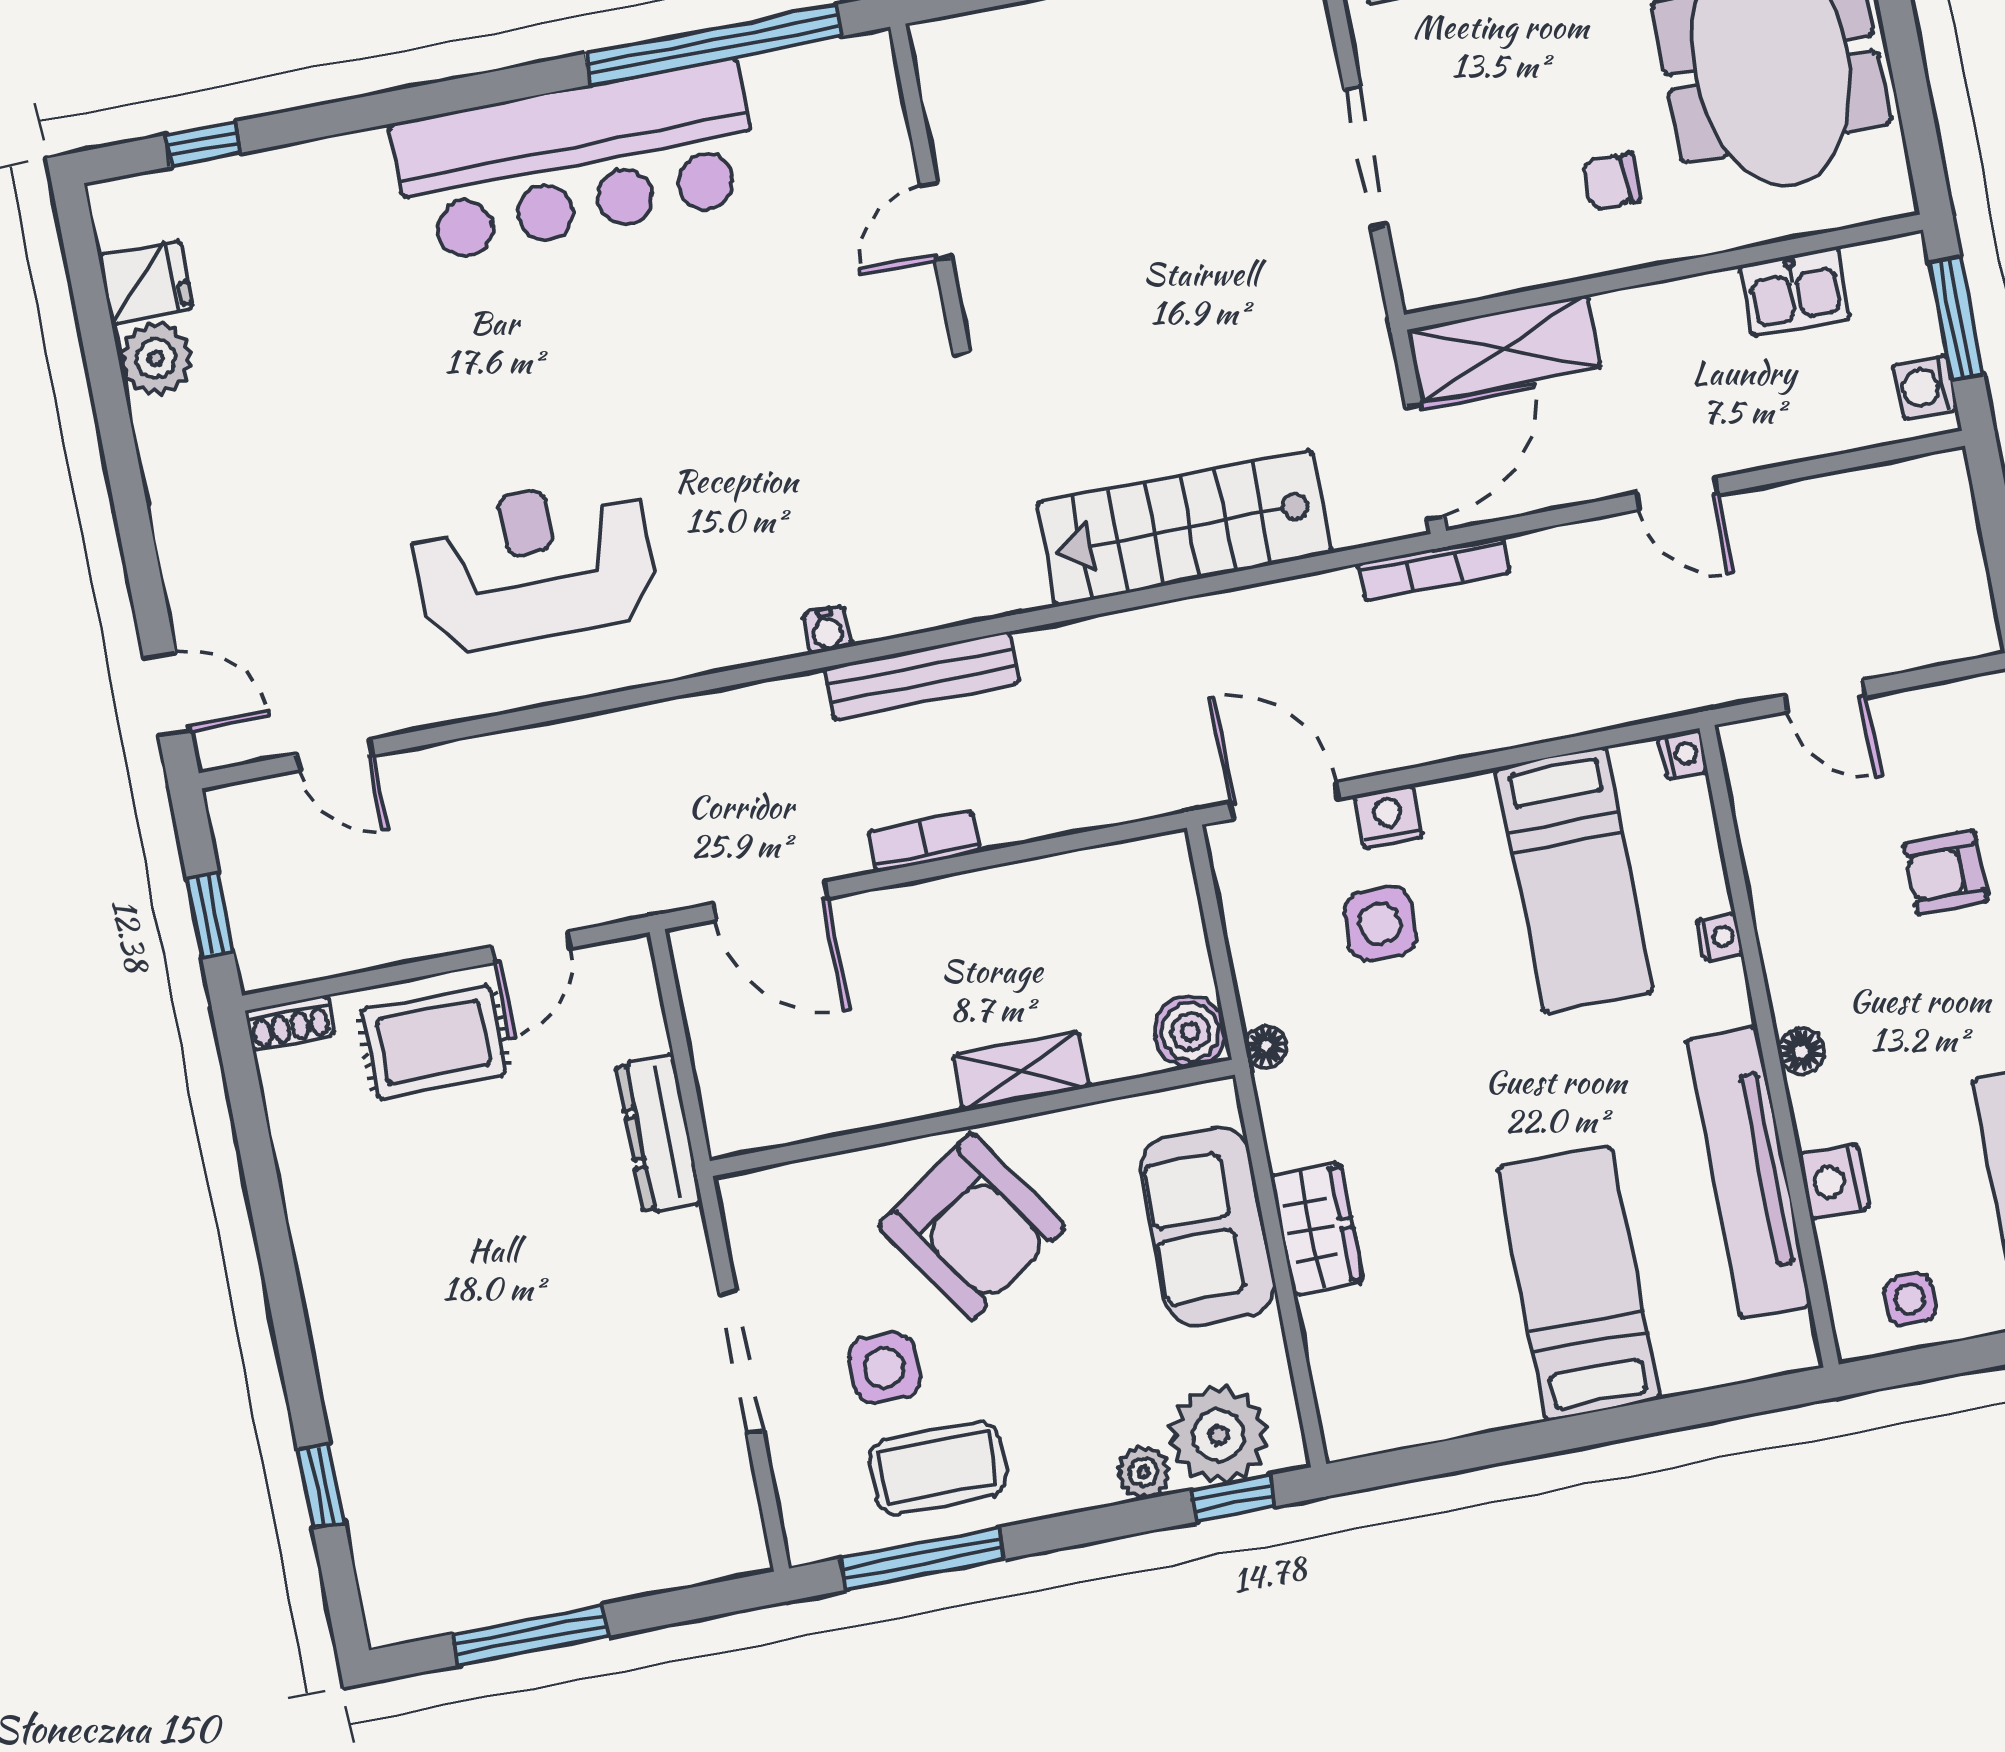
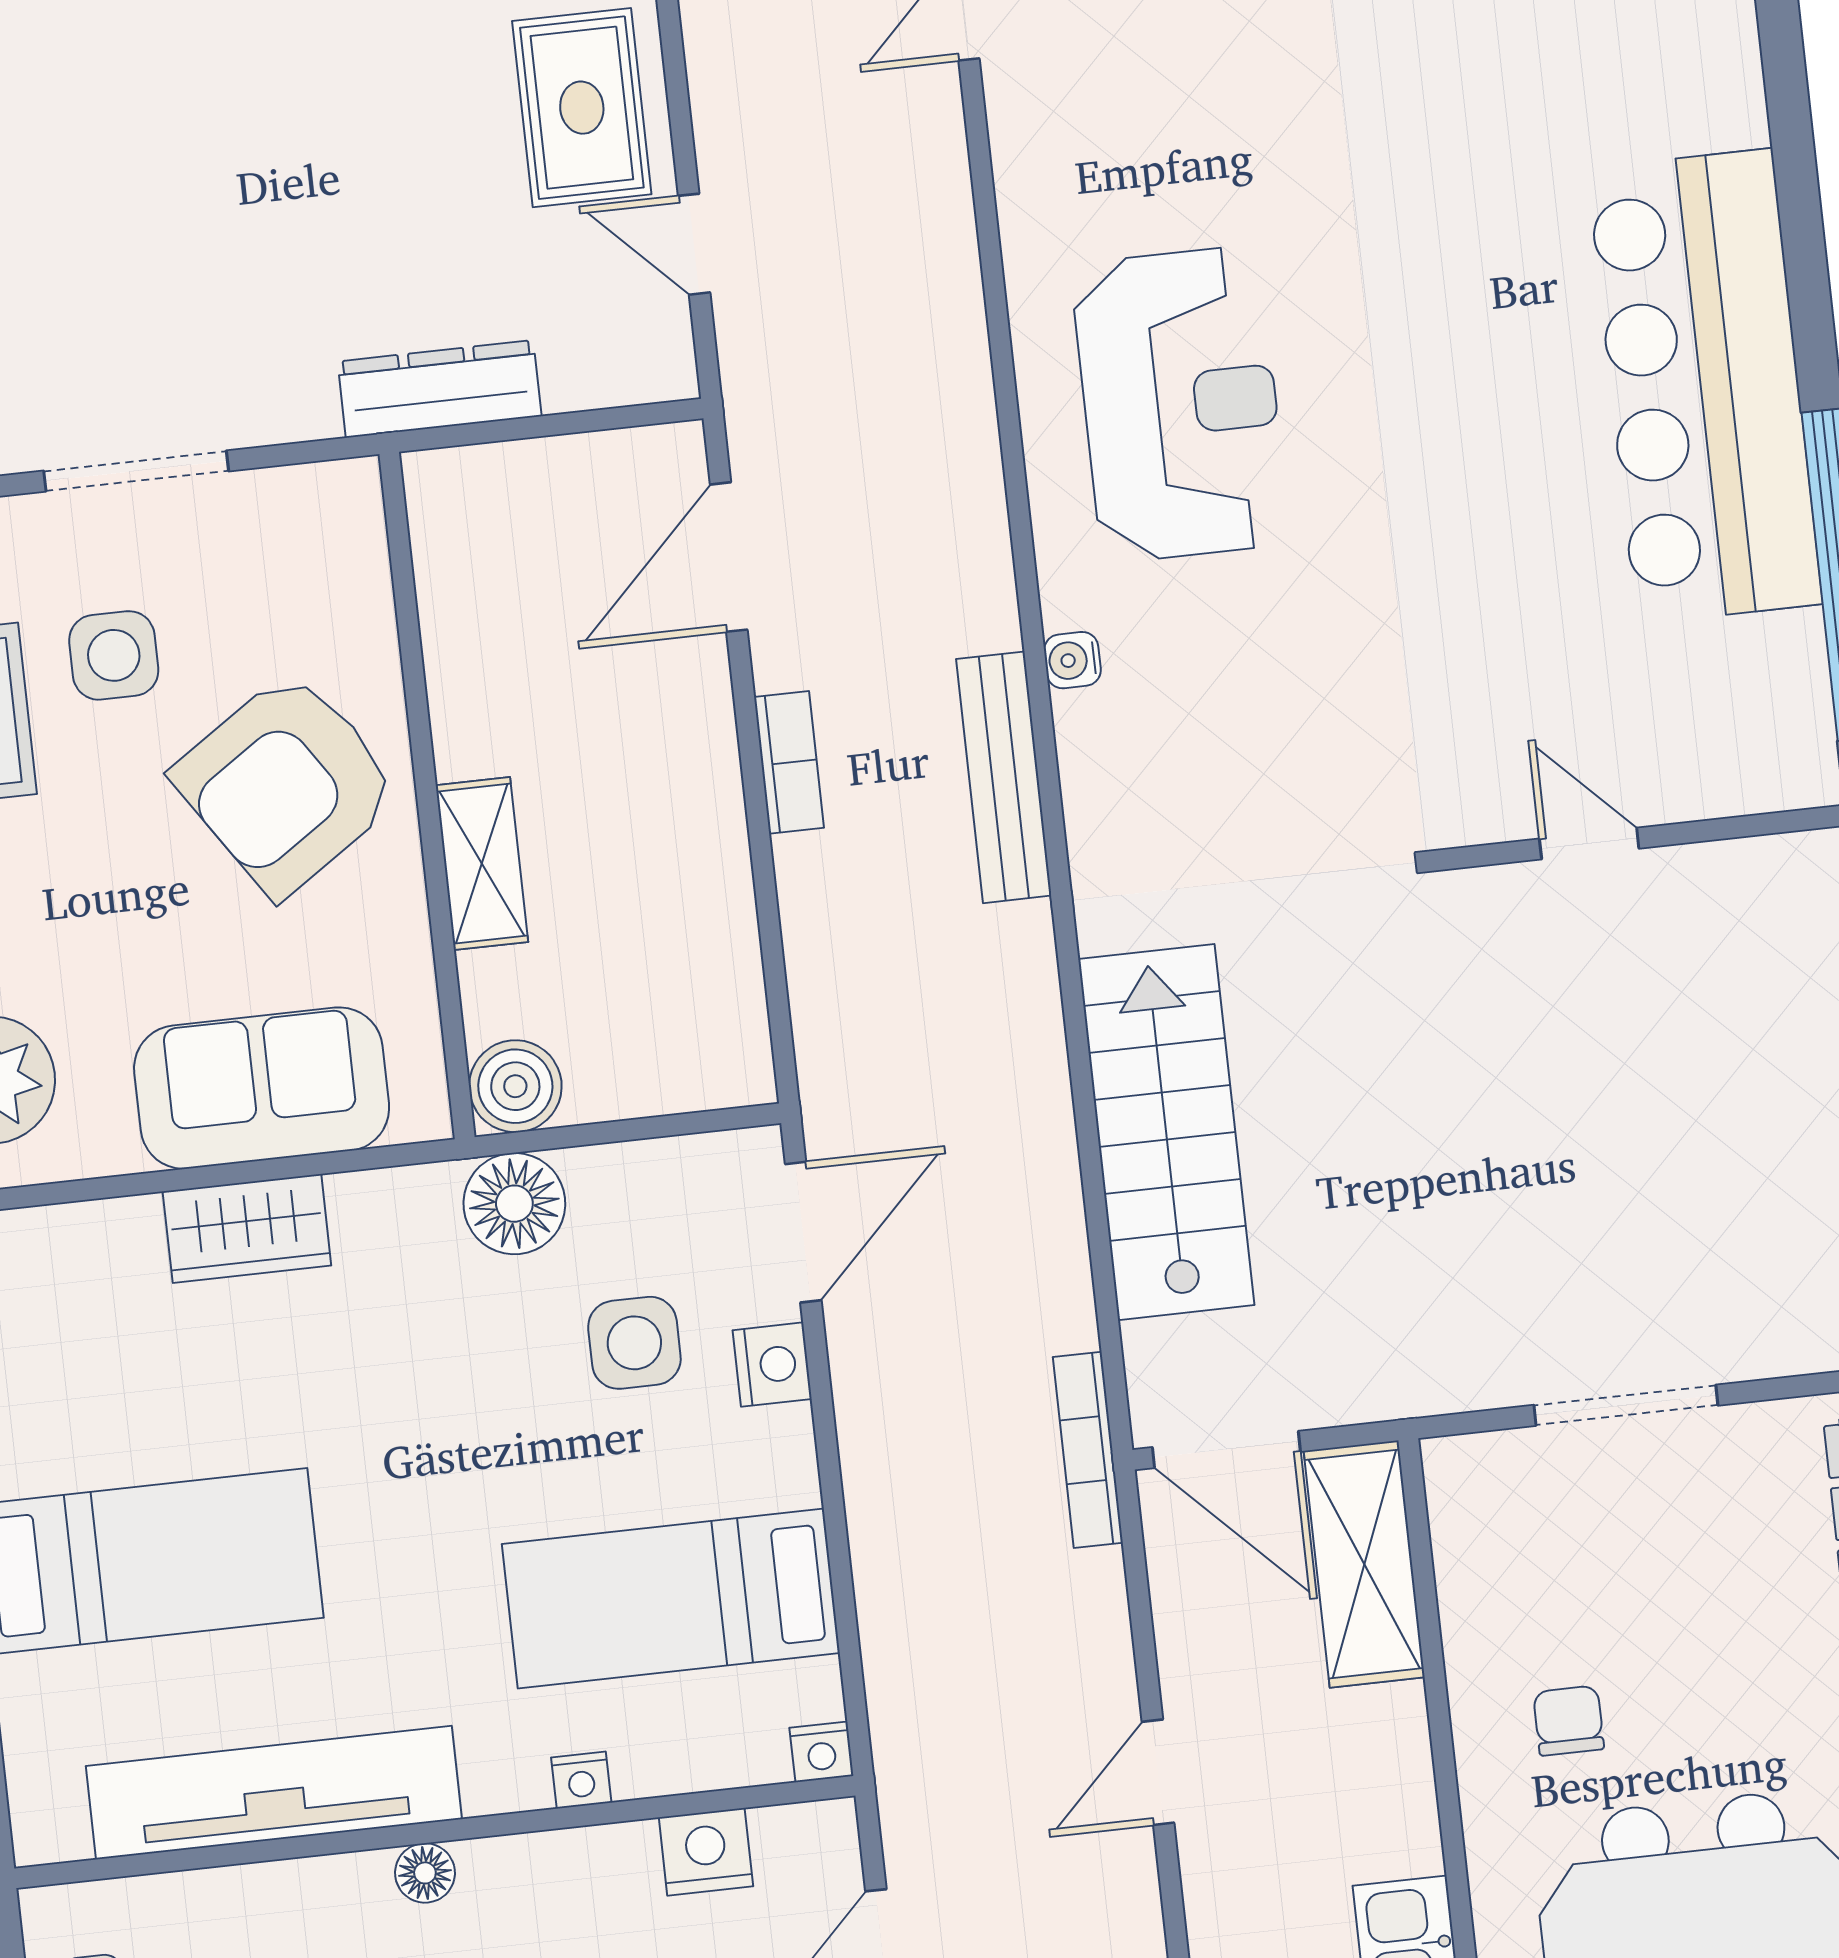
reception desk: (534, 565) -> (1180, 404), moved
floor lamp: (1266, 1046) -> (514, 1204), width x1.89, depth x1.89
nightstand: (1834, 1181) -> (706, 1852), moved

